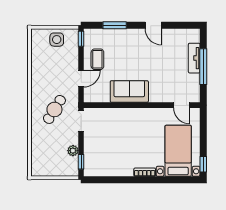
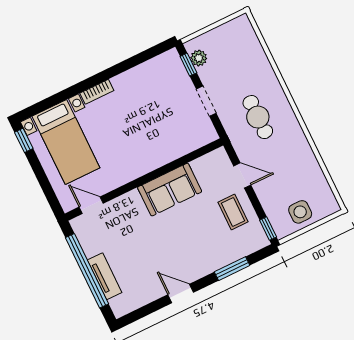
window: (203, 67) -> (87, 271), width x1.46
door: (81, 79) -> (242, 175), swing flipped
cafe table: (54, 109) -> (258, 117), turned -32
doorway: (81, 121) -> (206, 101), moved
plant: (73, 151) -> (199, 58), moved

